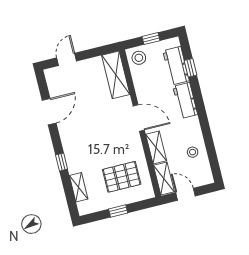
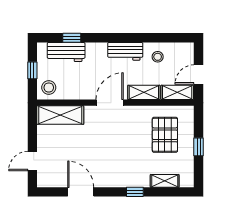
door: (67, 59) -> (32, 161), hinge flipped
workbench: (185, 100) -> (125, 51), moved

